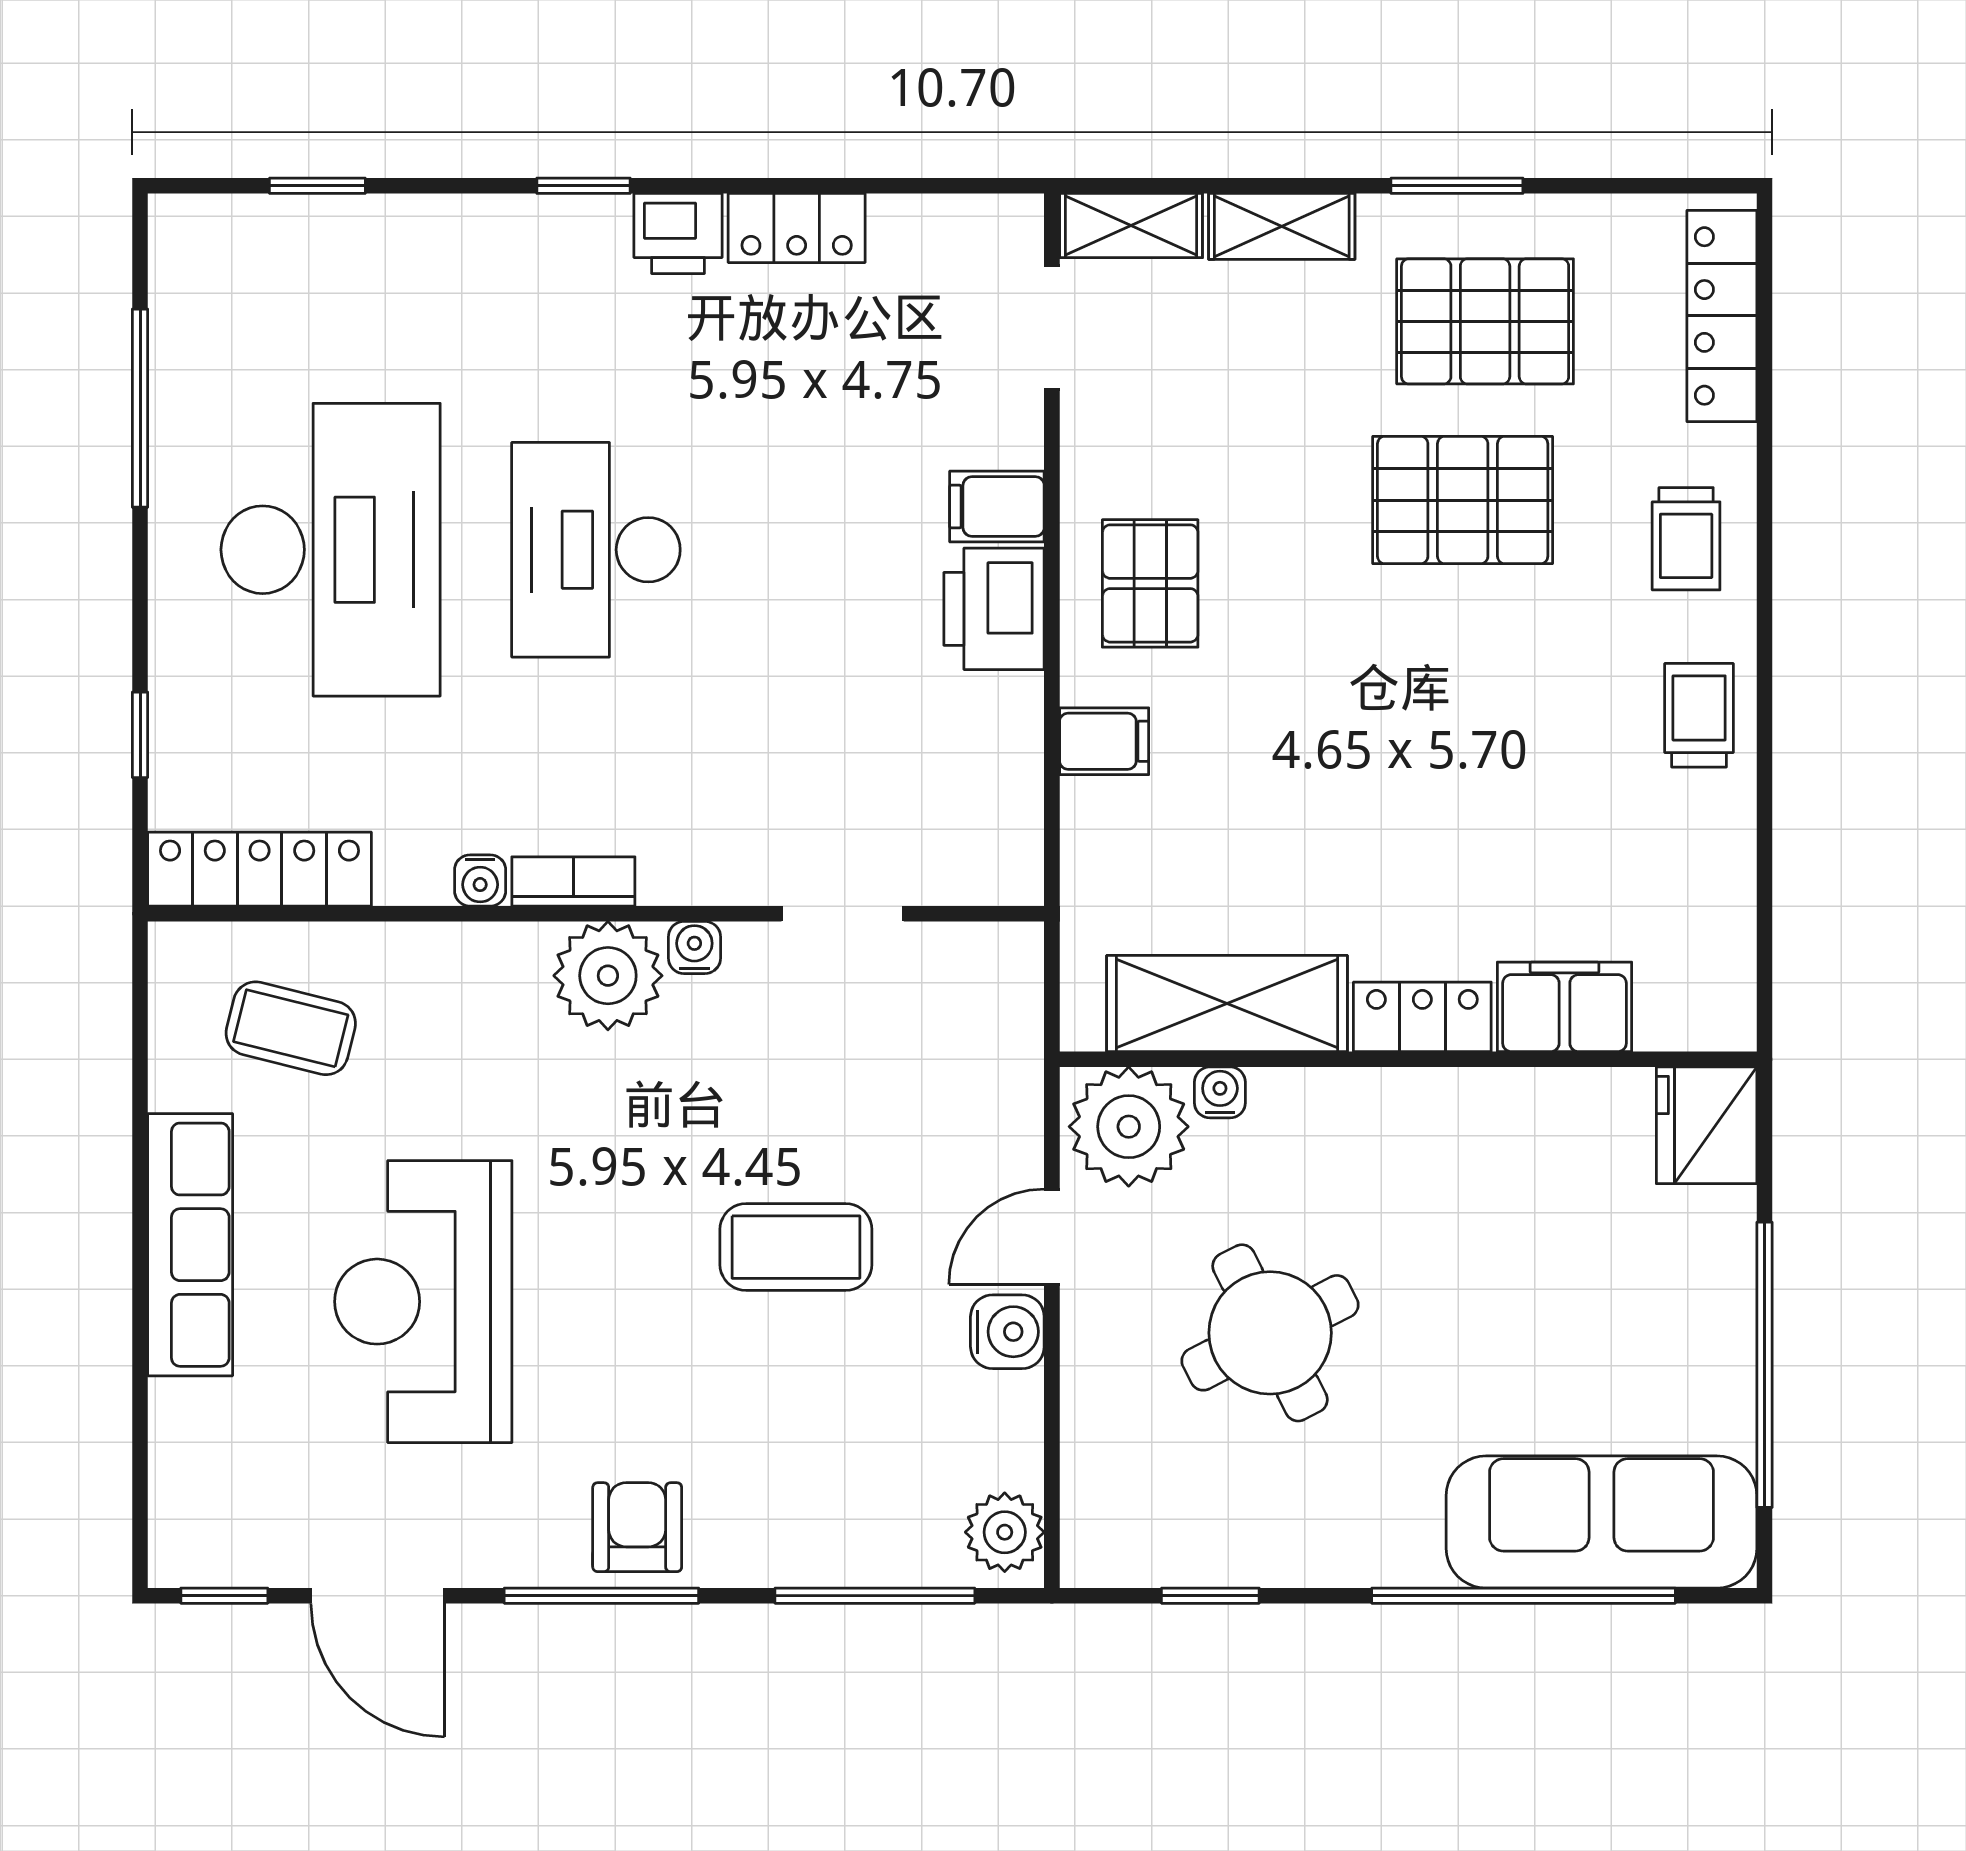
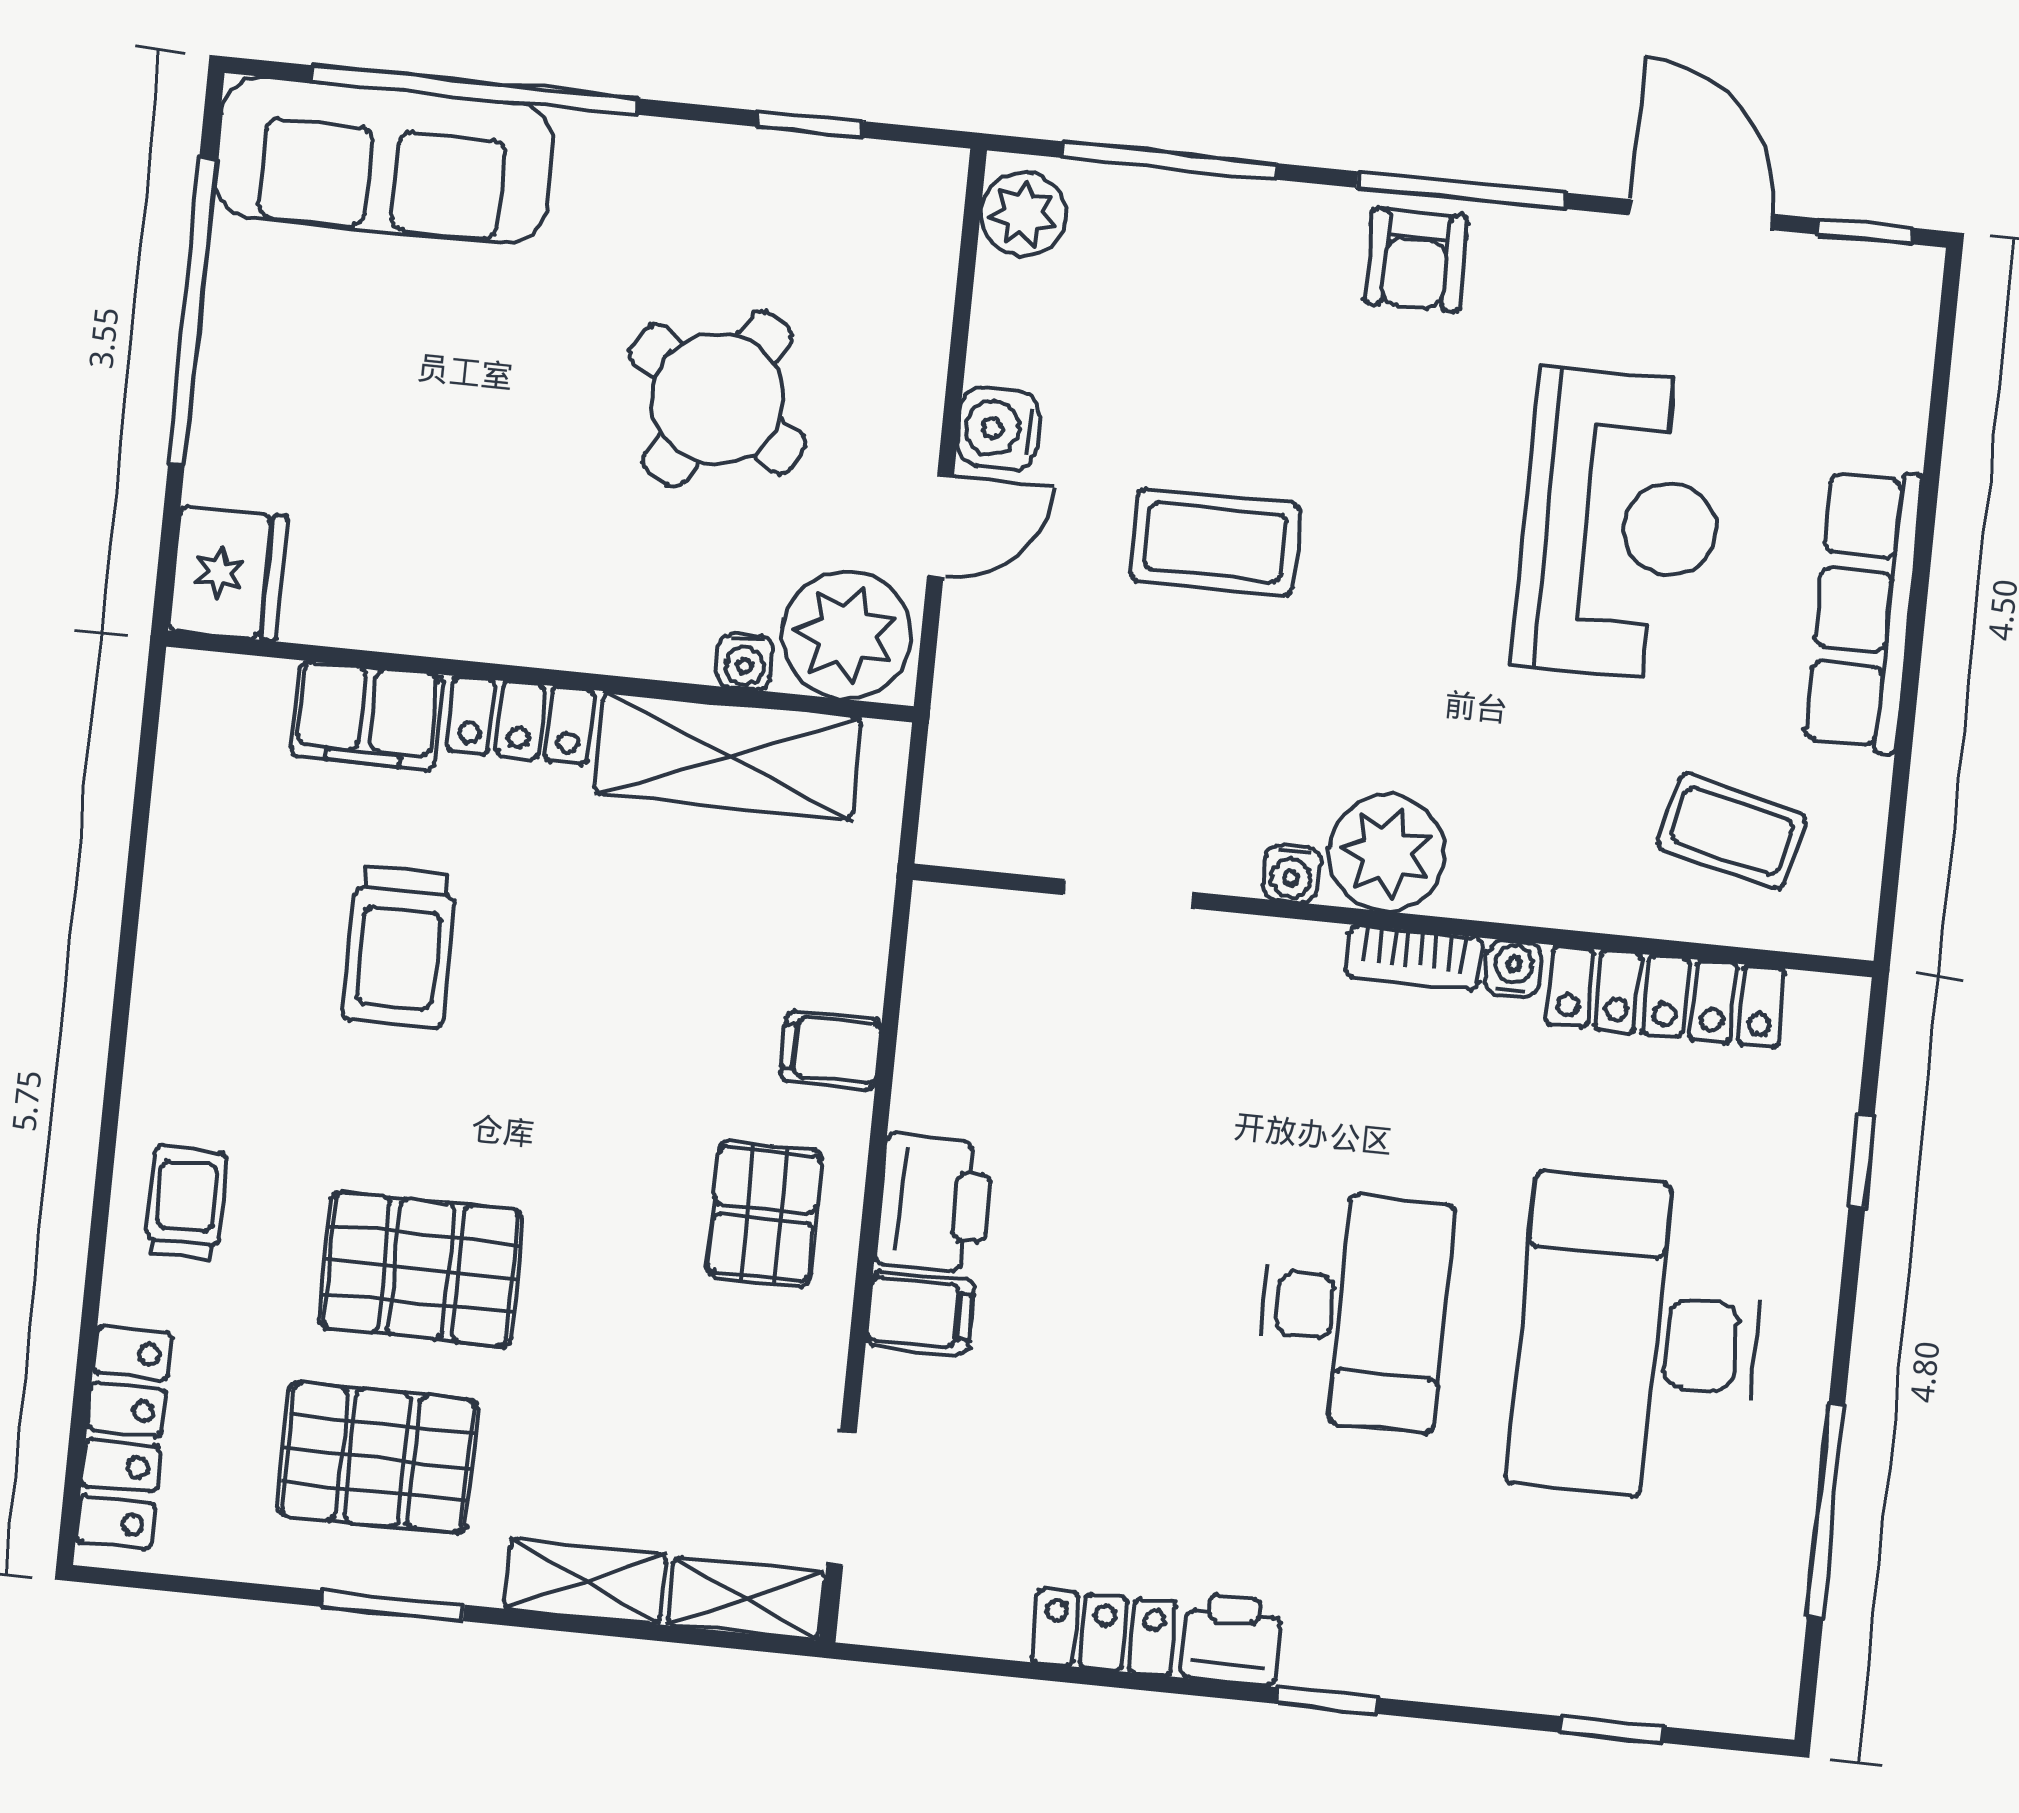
trolley: (1699, 715) -> (400, 947), moved, width x1.36, depth x1.39
locker: (260, 869) -> (1666, 996), moved
round table: (1270, 1333) -> (718, 399), turned -31

